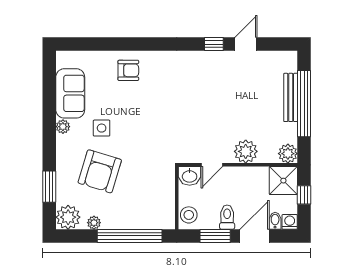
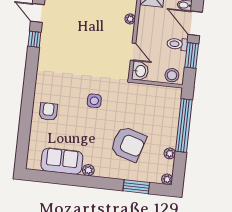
side table: (102, 128) -> (94, 101), moved
plant: (246, 151) -> (130, 19), width x0.53, depth x0.53
plant: (68, 217) -> (167, 179), width x0.53, depth x0.53

